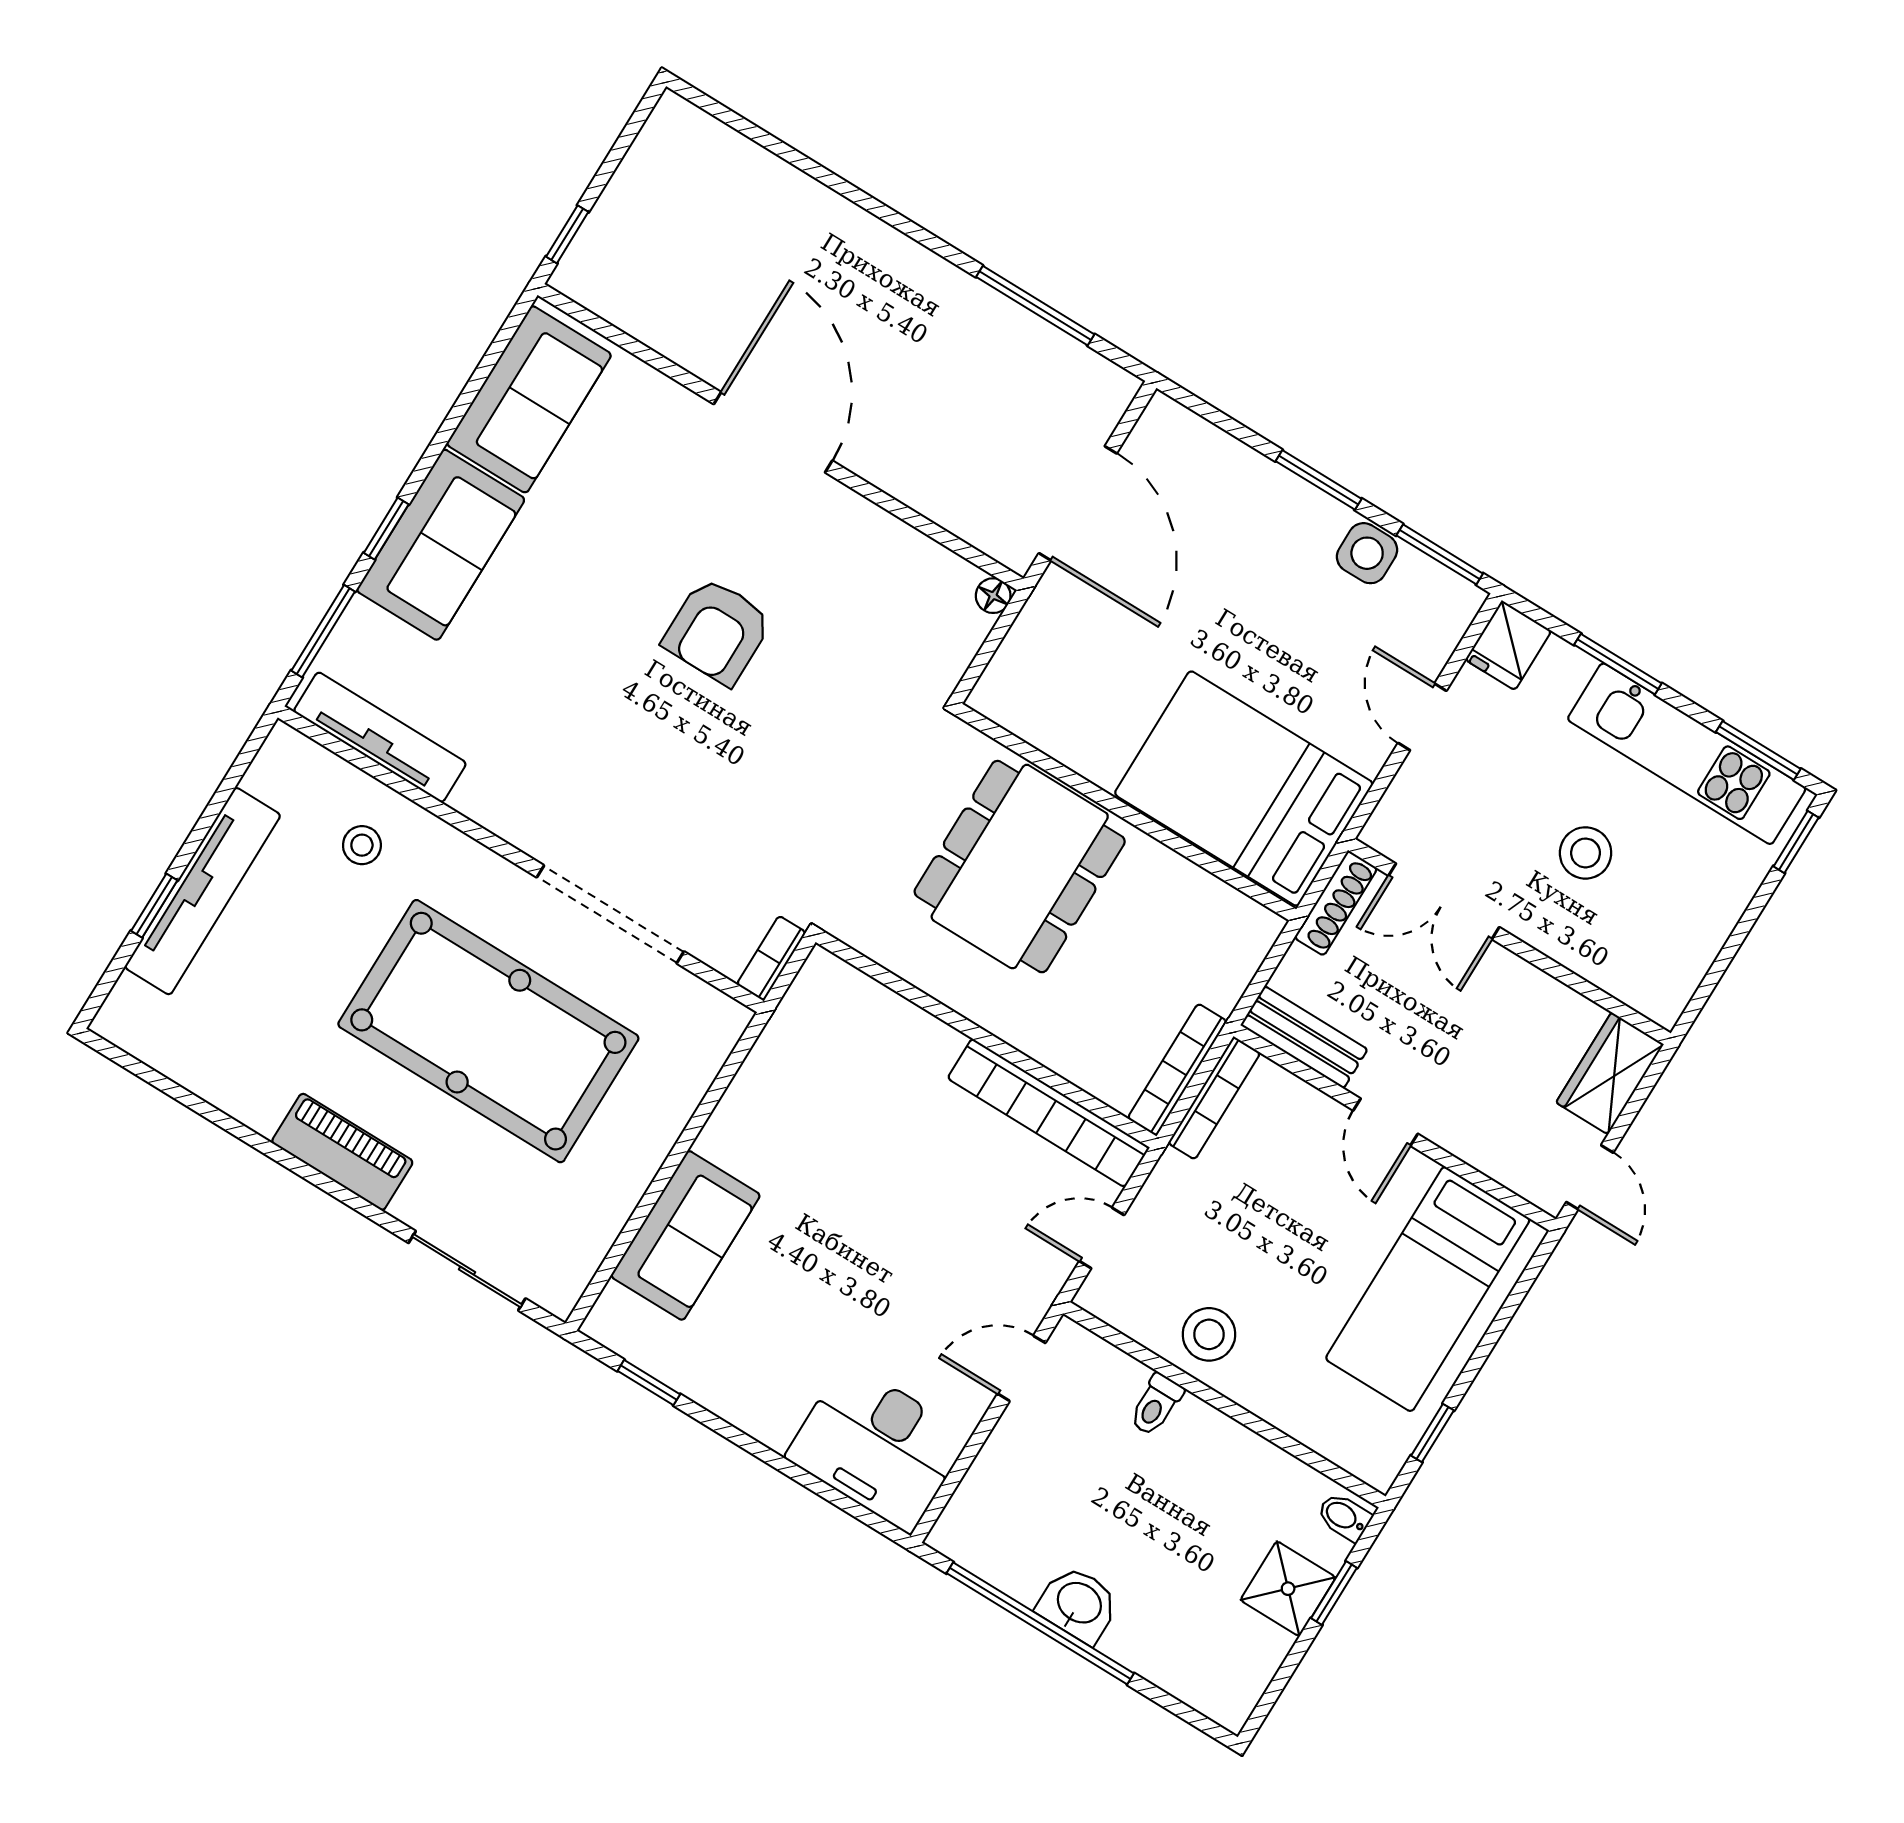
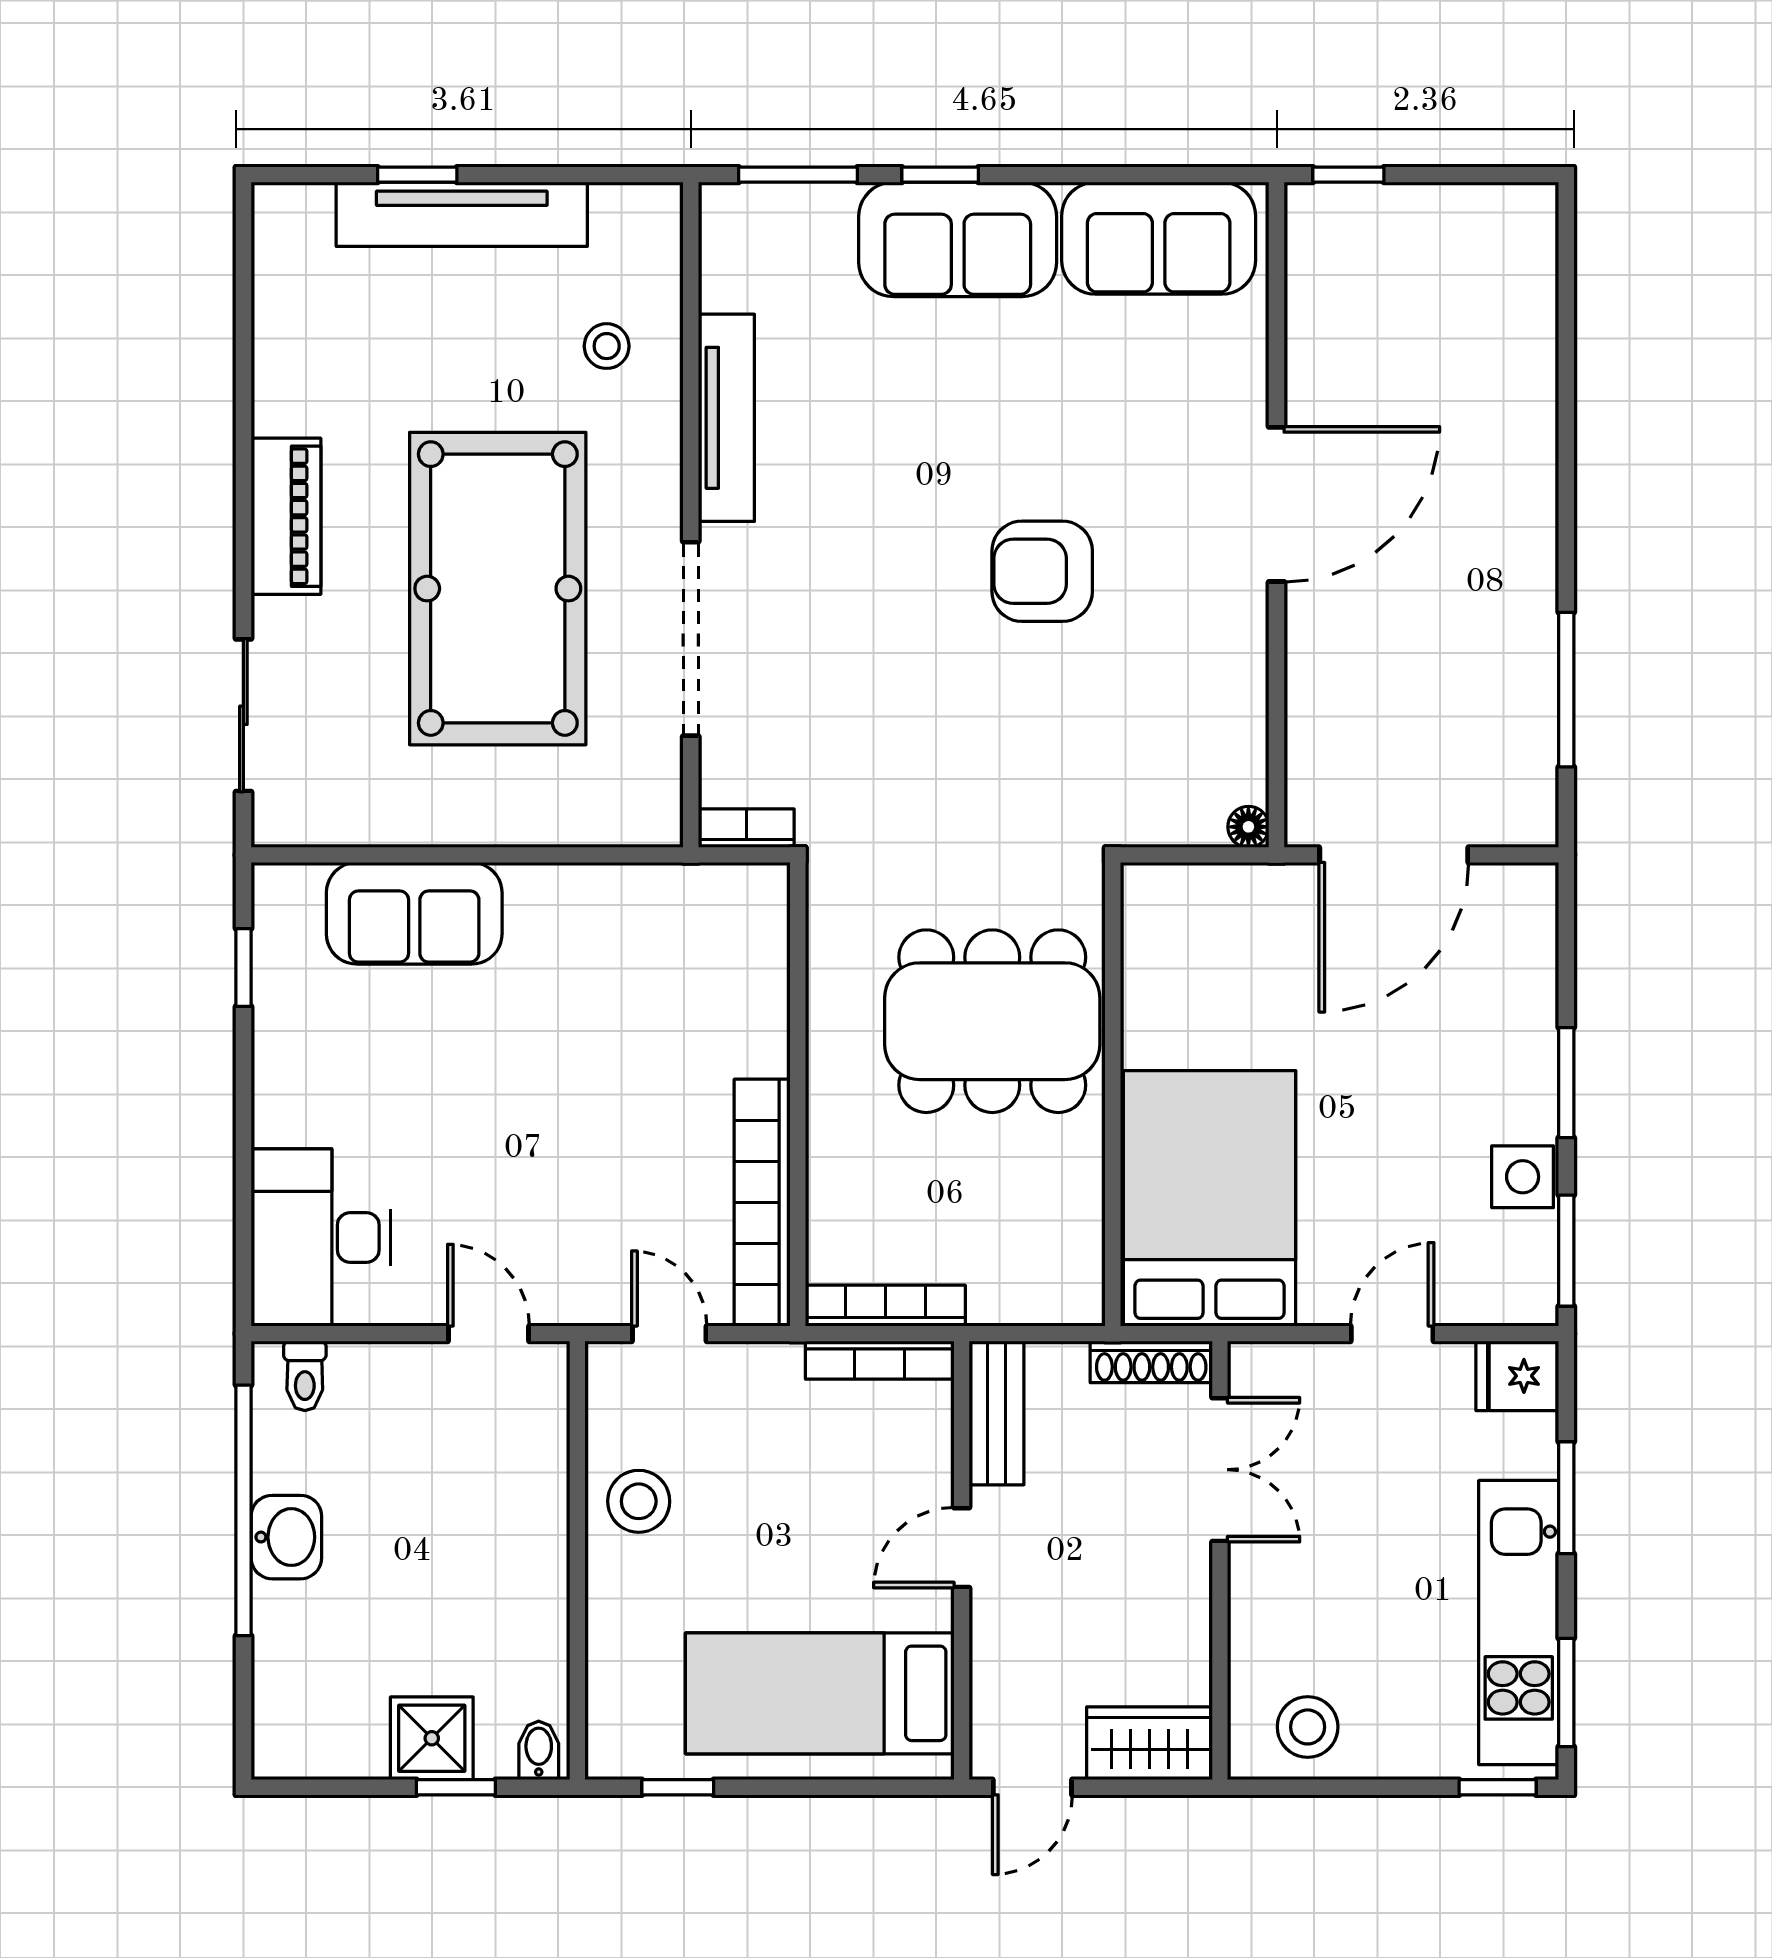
tv unit: (380, 737) -> (726, 418), moved
stool: (1586, 853) -> (1308, 1727), moved
double door: (1444, 901) -> (1220, 1470), swing flipped
toilet: (1156, 1405) -> (305, 1376), moved, turned -90

